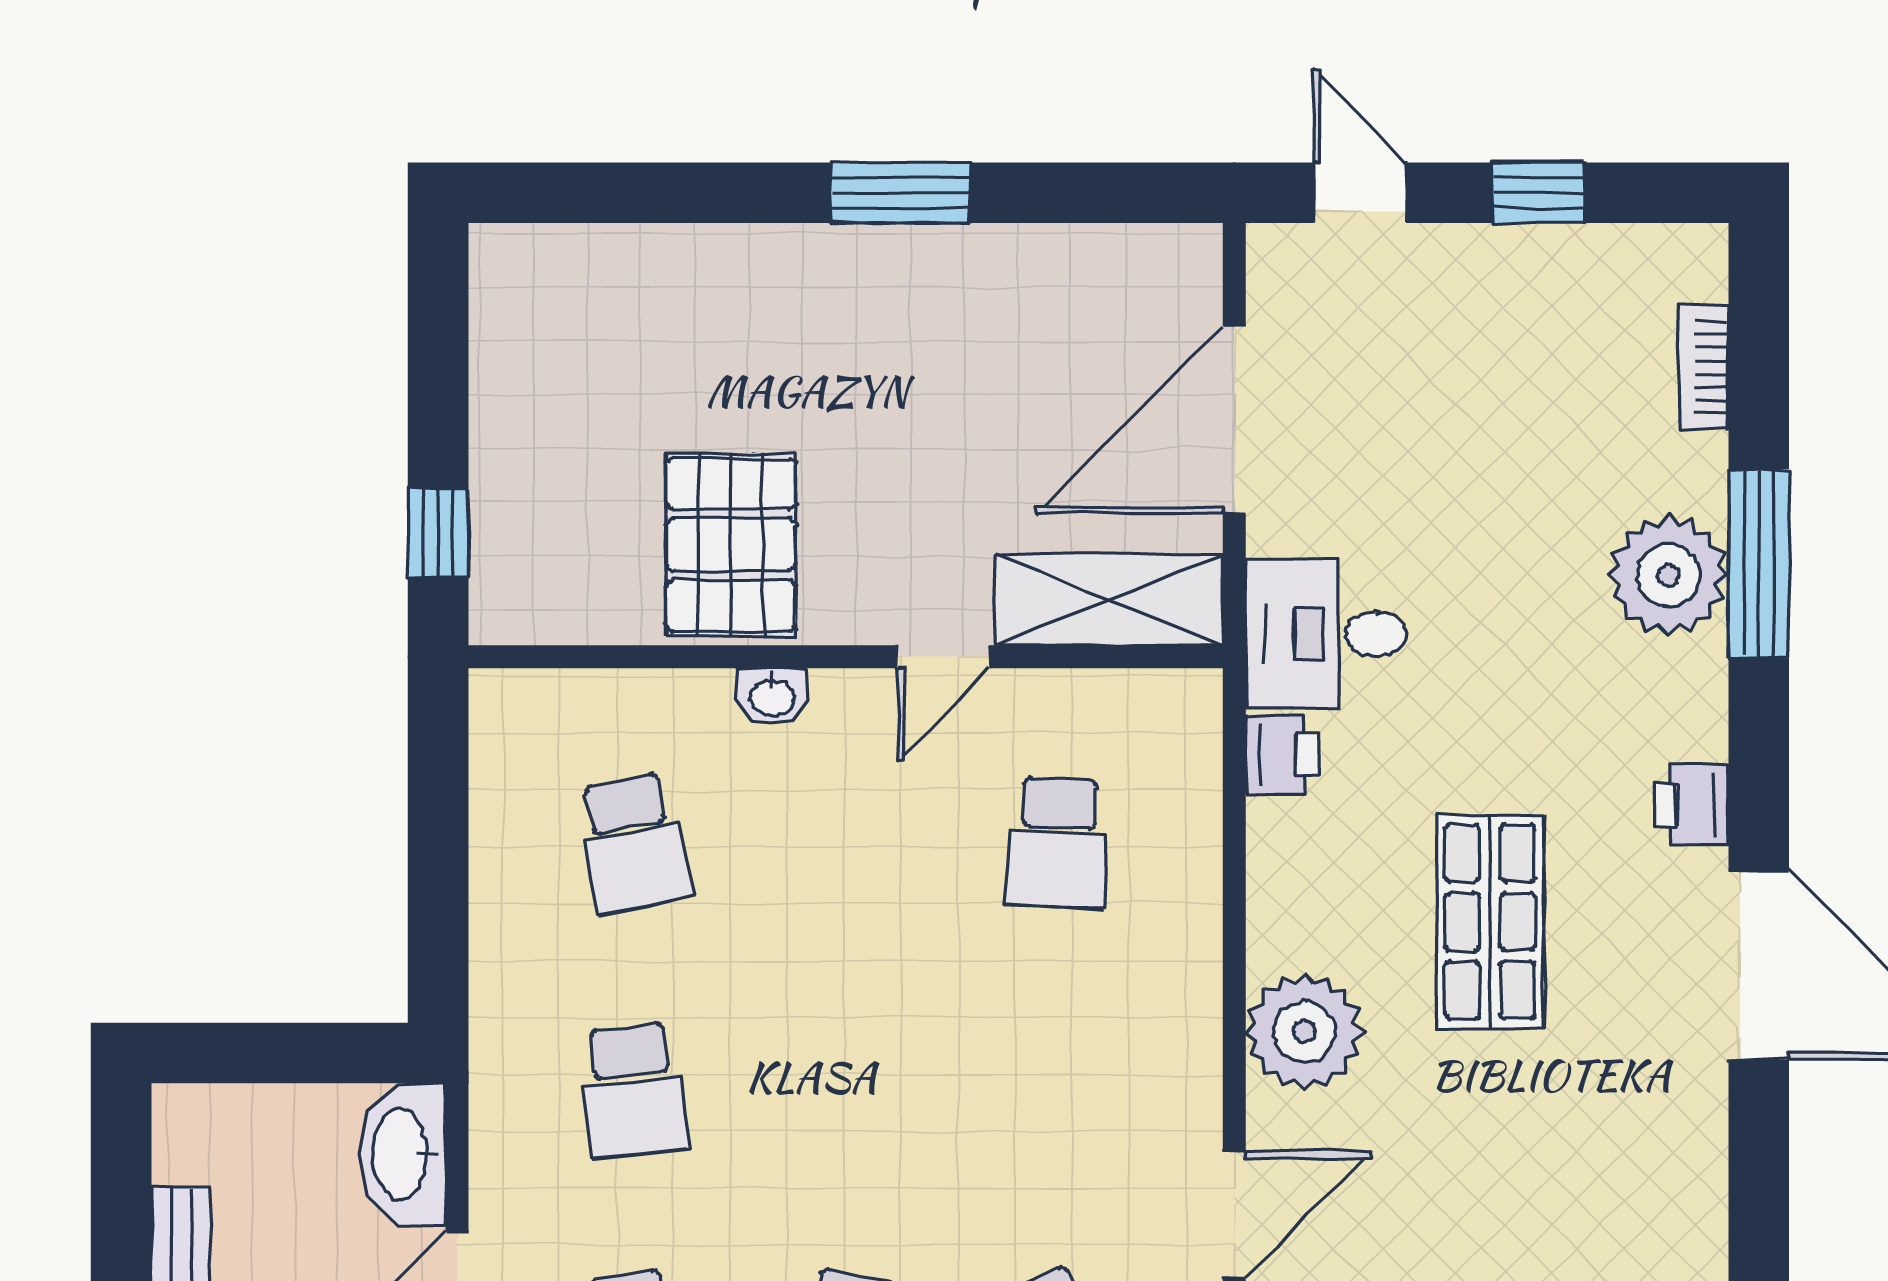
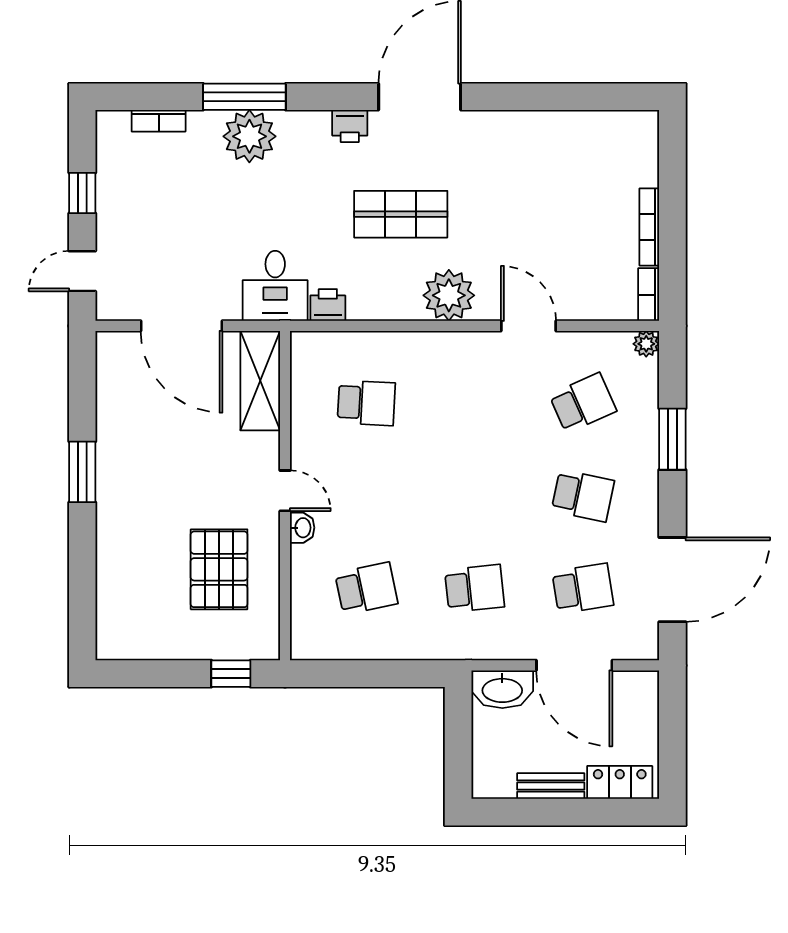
pallet: (731, 545) -> (219, 569), moved, turned 90
door: (944, 657) -> (285, 491), moved

